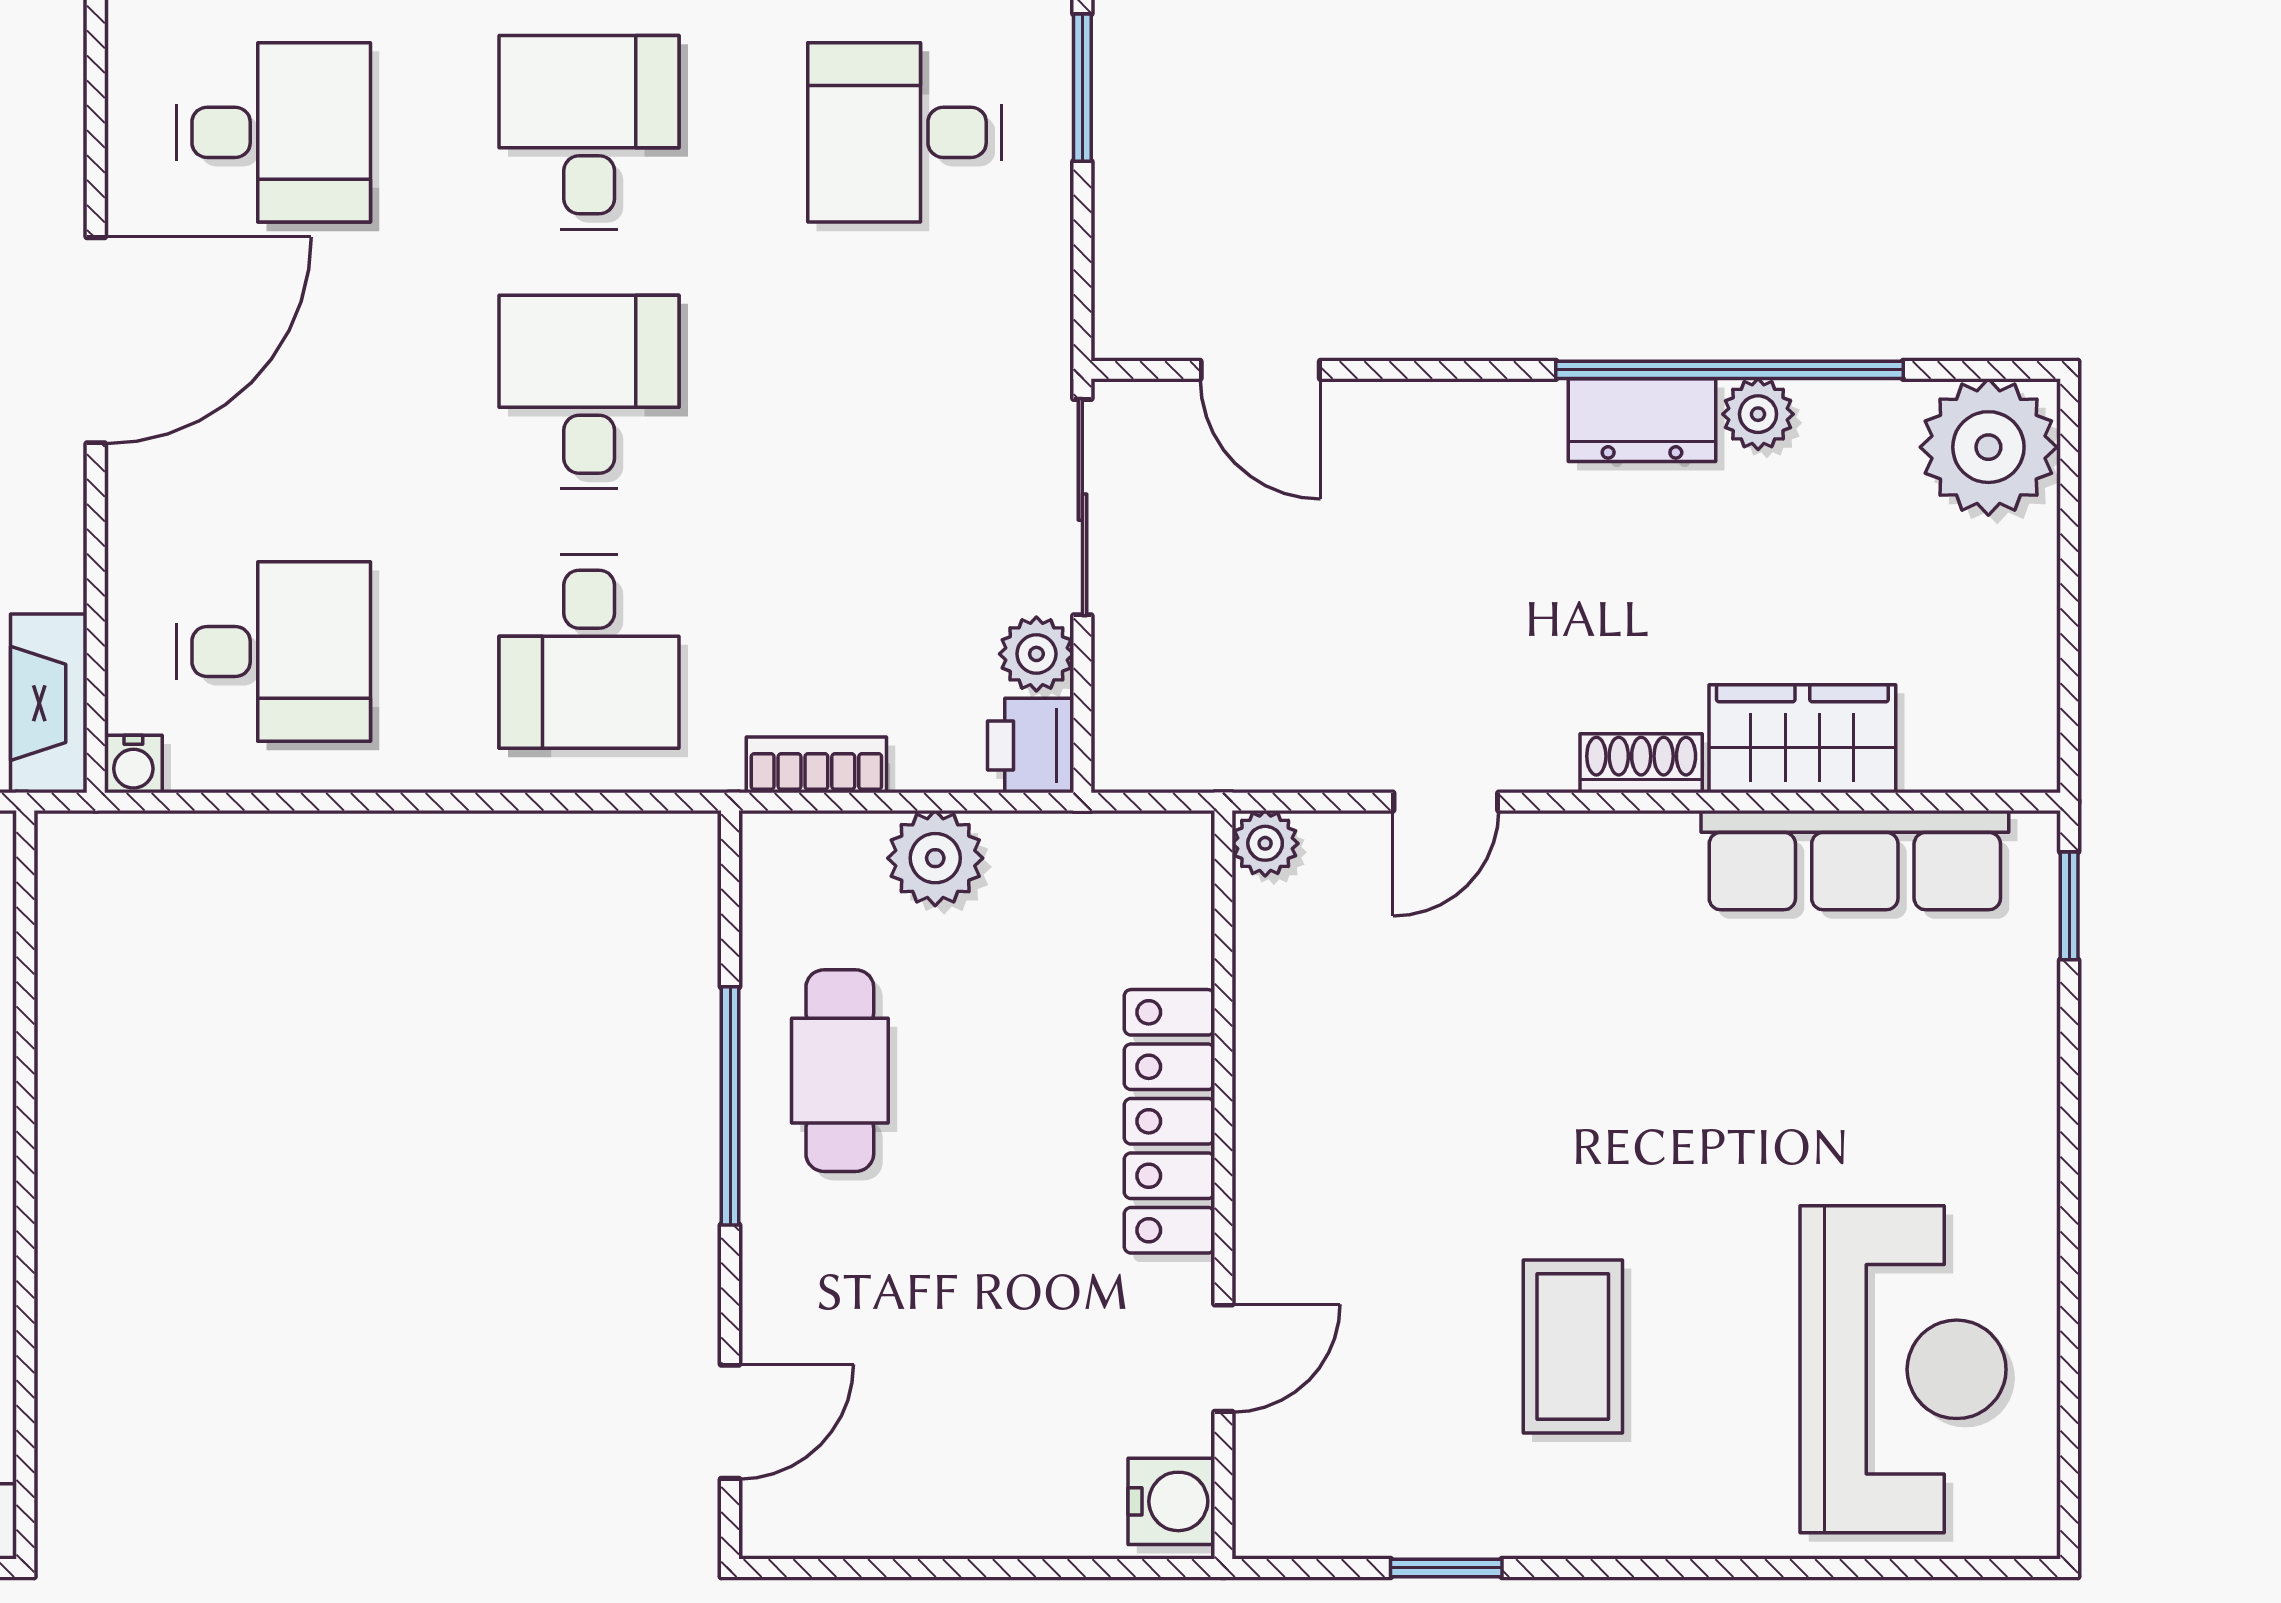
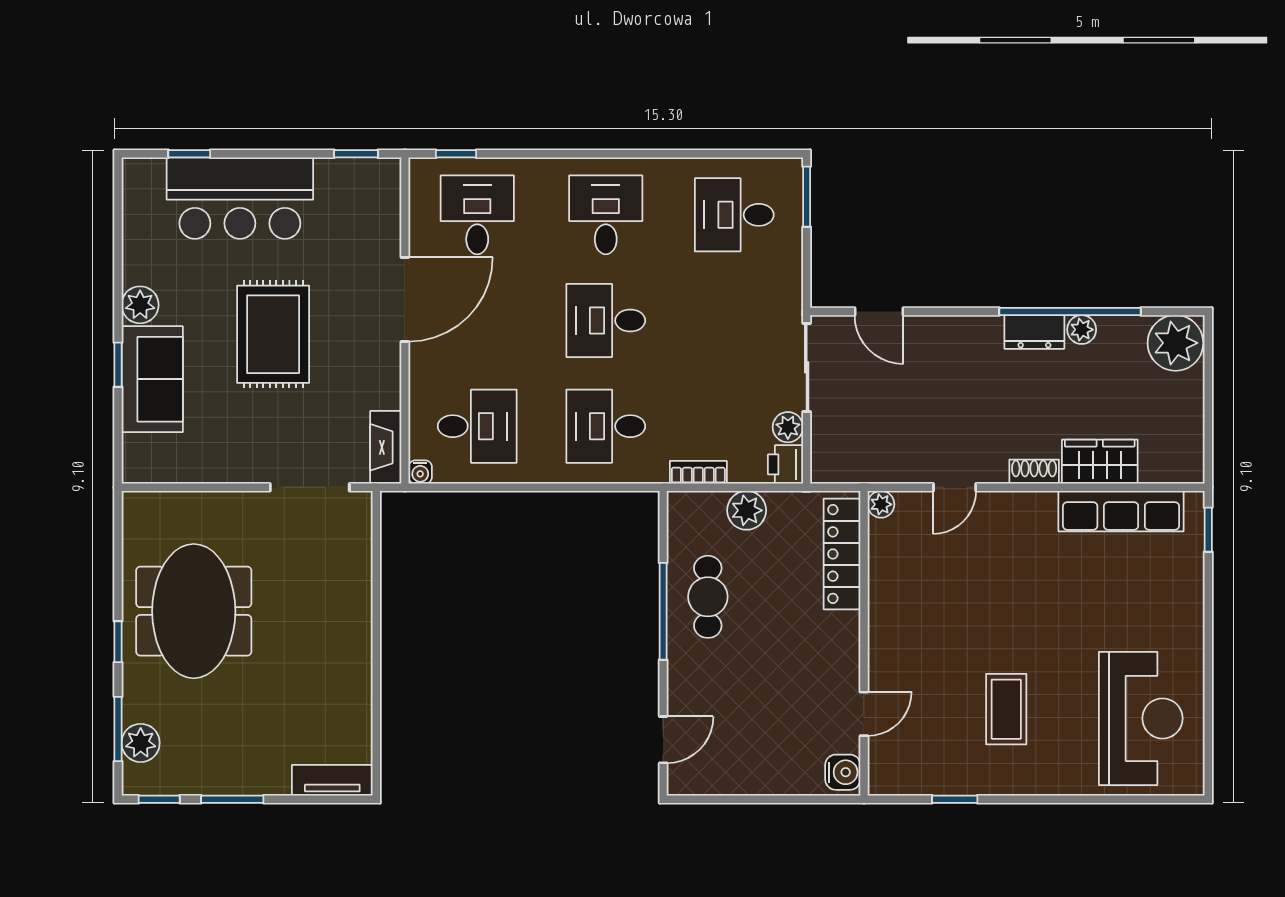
desk: (273, 132) -> (477, 215), turned -90
desk: (589, 392) -> (606, 321), turned -90
desk: (589, 652) -> (606, 426), turned 90
locker: (1169, 1121) -> (842, 554), moved

